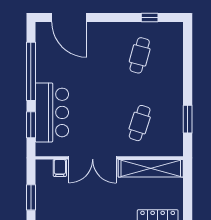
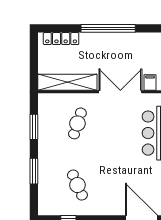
cafe table: (140, 55) -> (77, 185), turned -39
window: (188, 71) -> (34, 171), added

